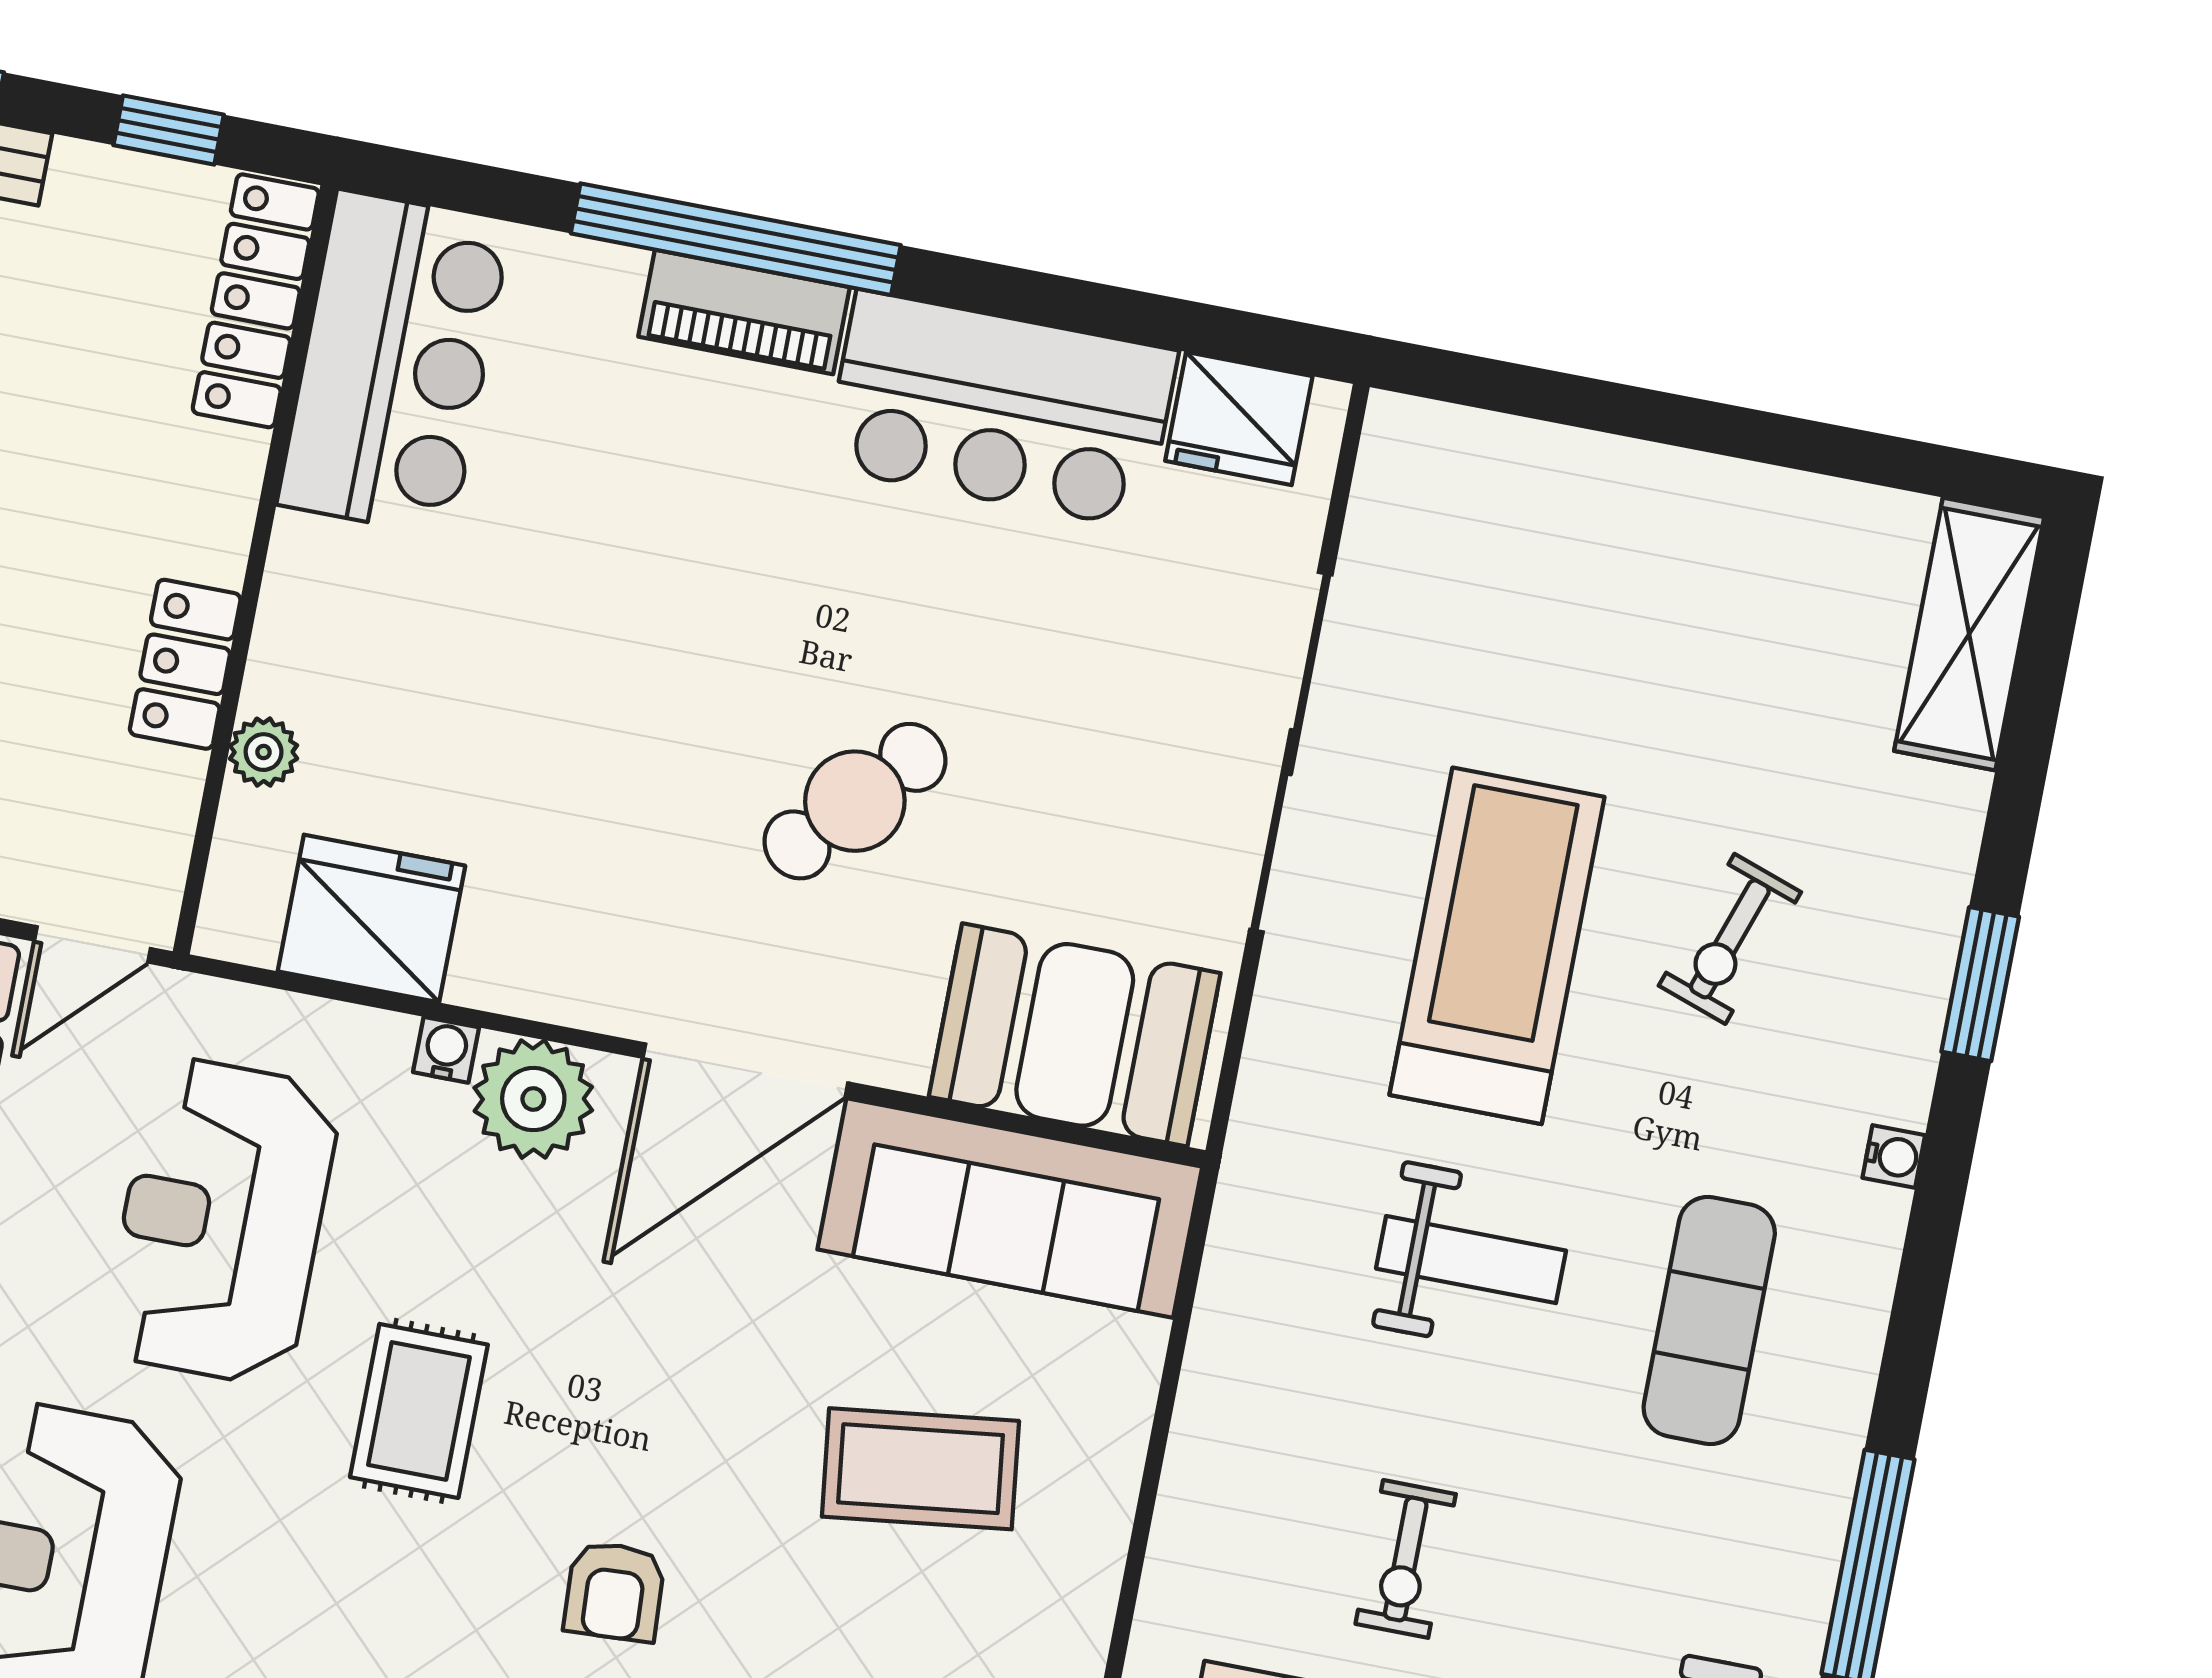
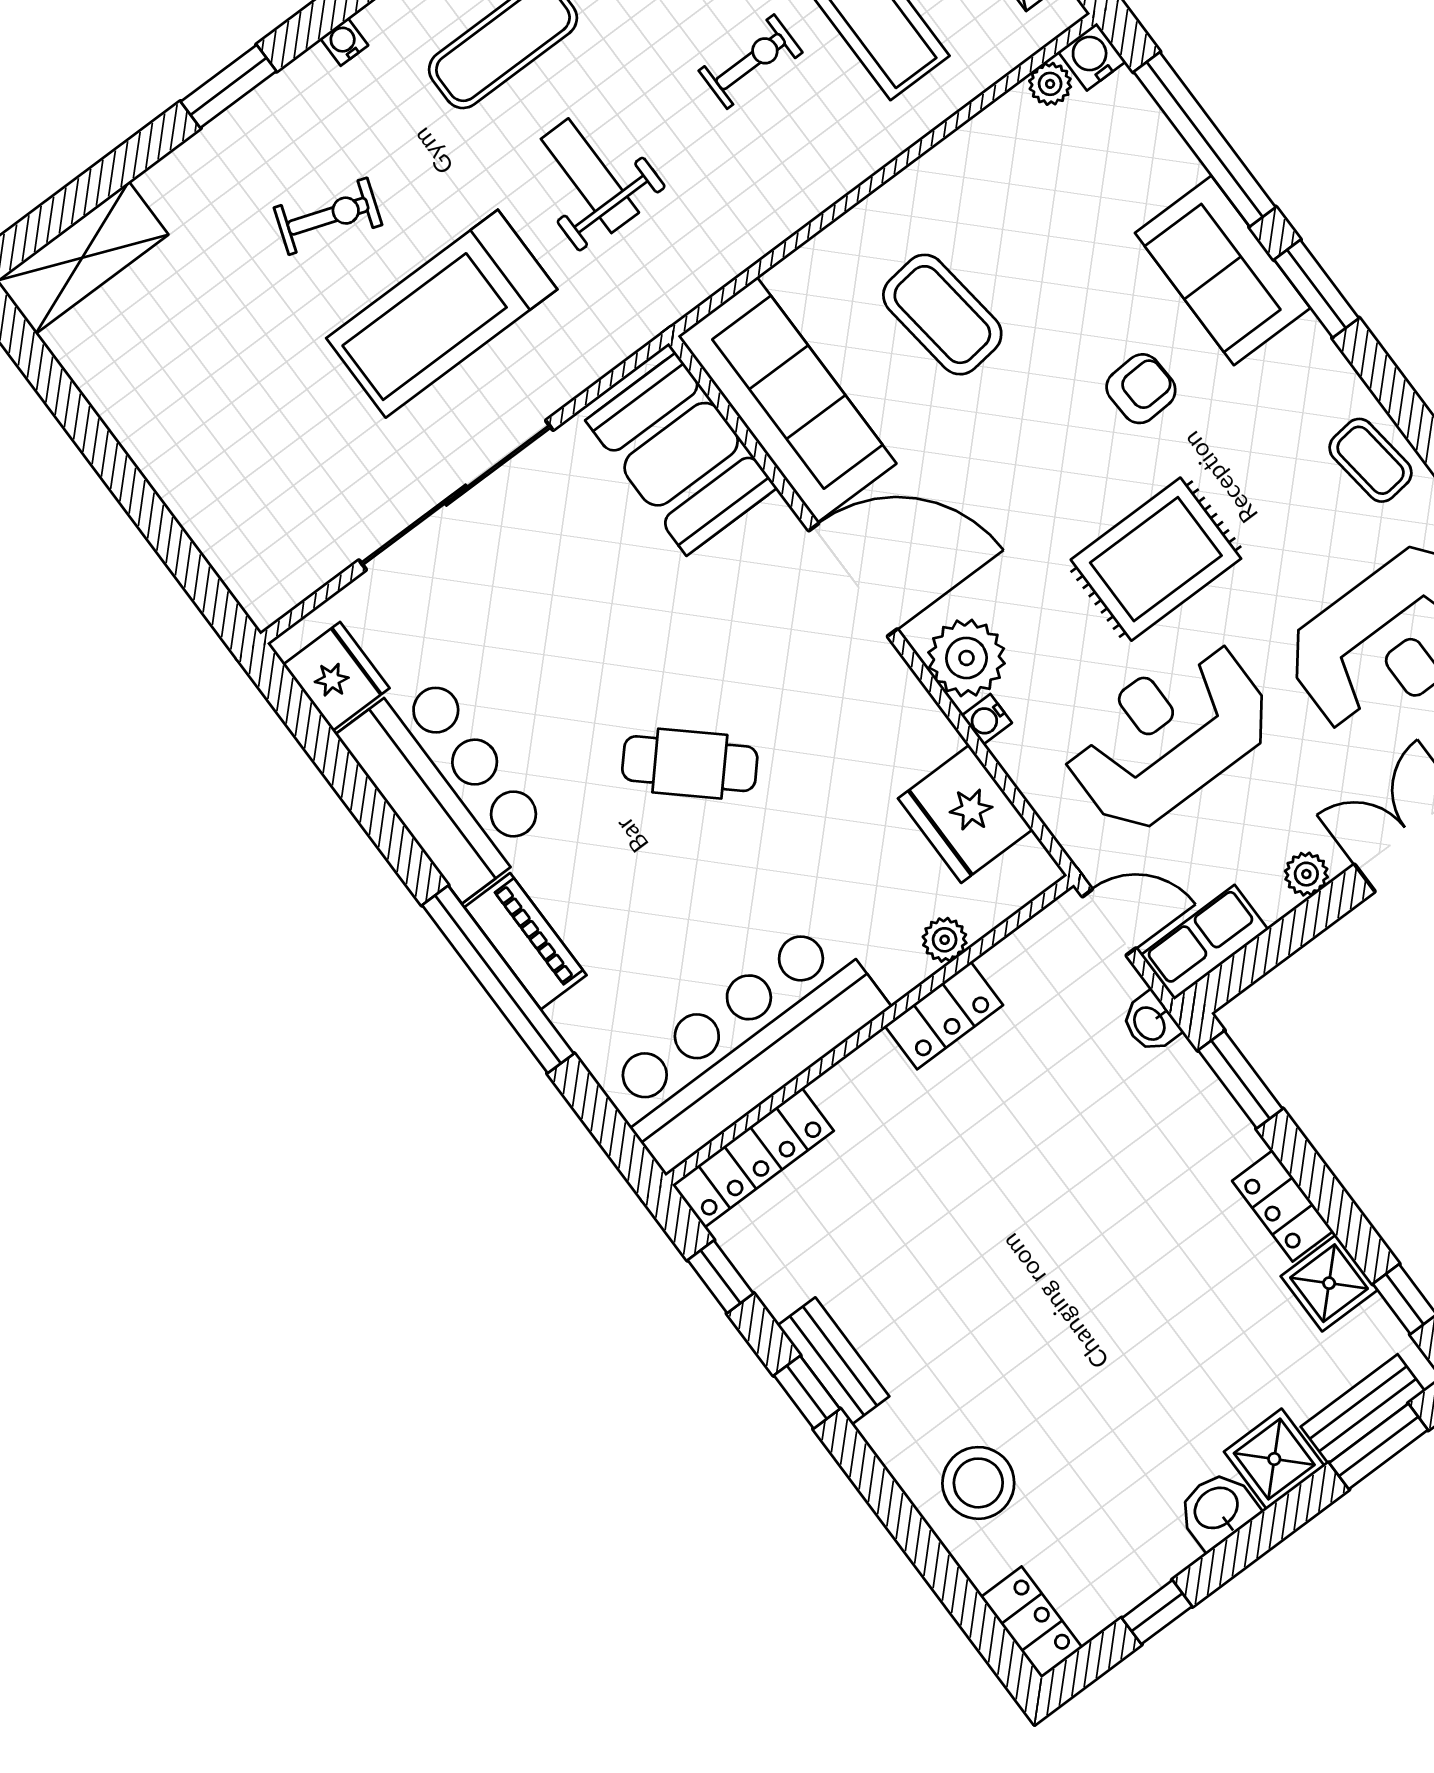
bar counter: (395, 363) -> (744, 1045), width x1.36
cafe table: (855, 801) -> (690, 764), moved
reception desk: (222, 1221) -> (1168, 735), turned 180
rug: (419, 1411) -> (1156, 559), width x1.36, depth x1.43

